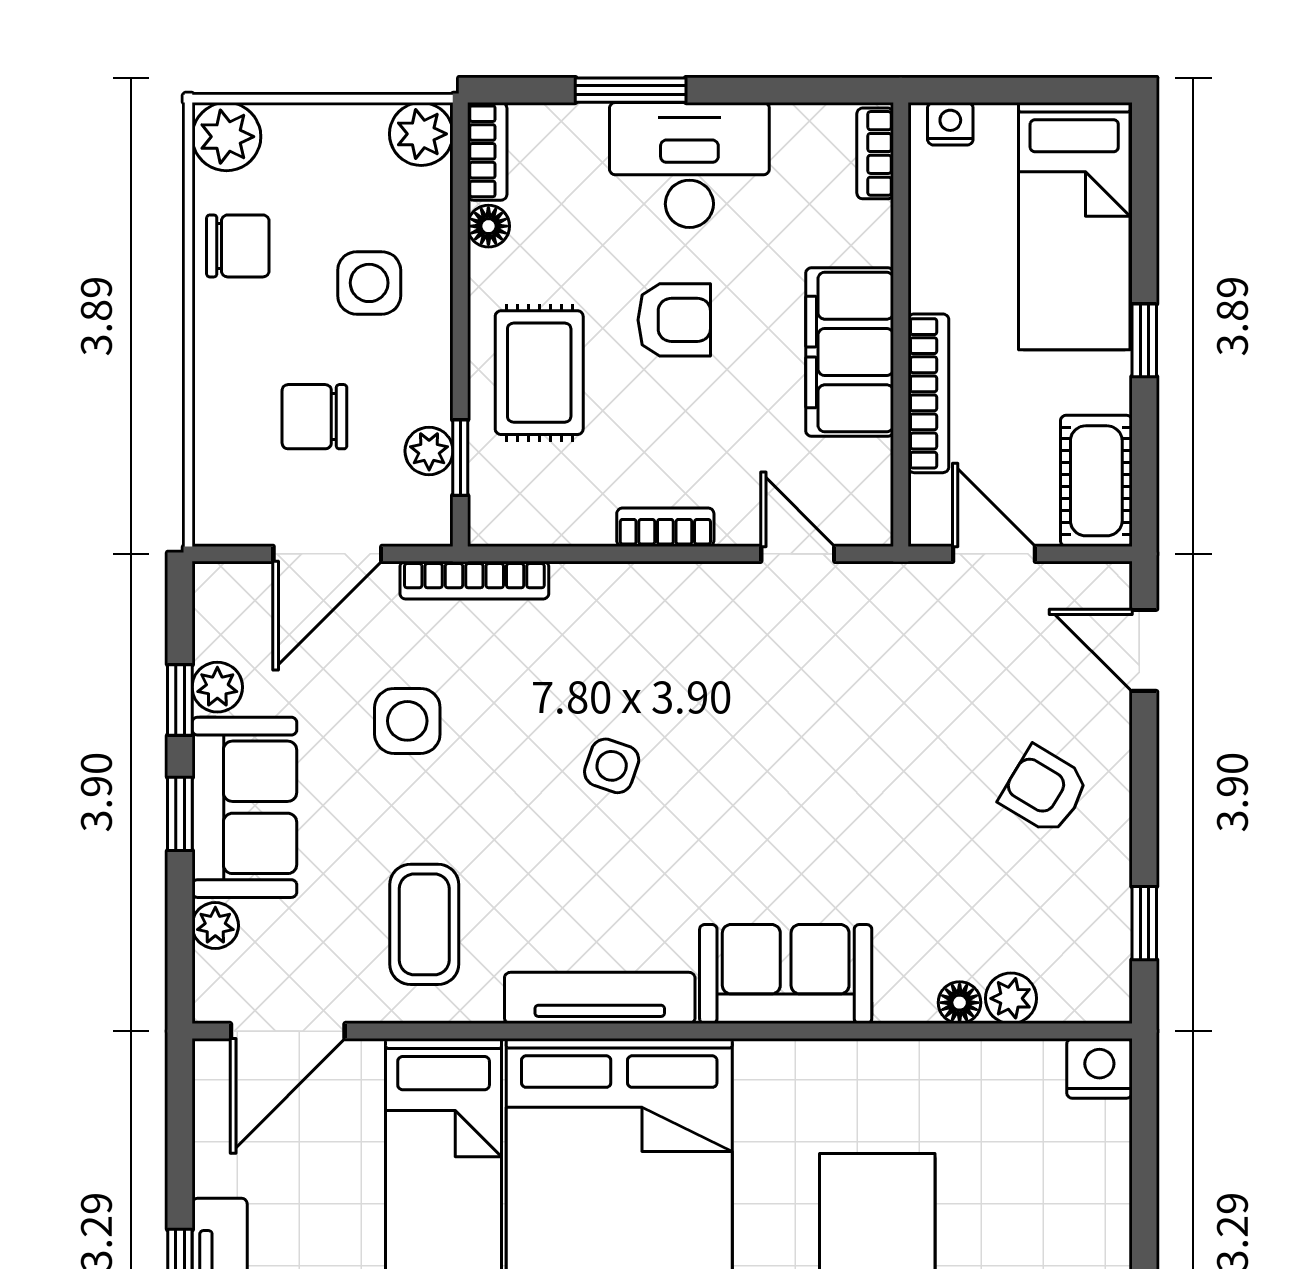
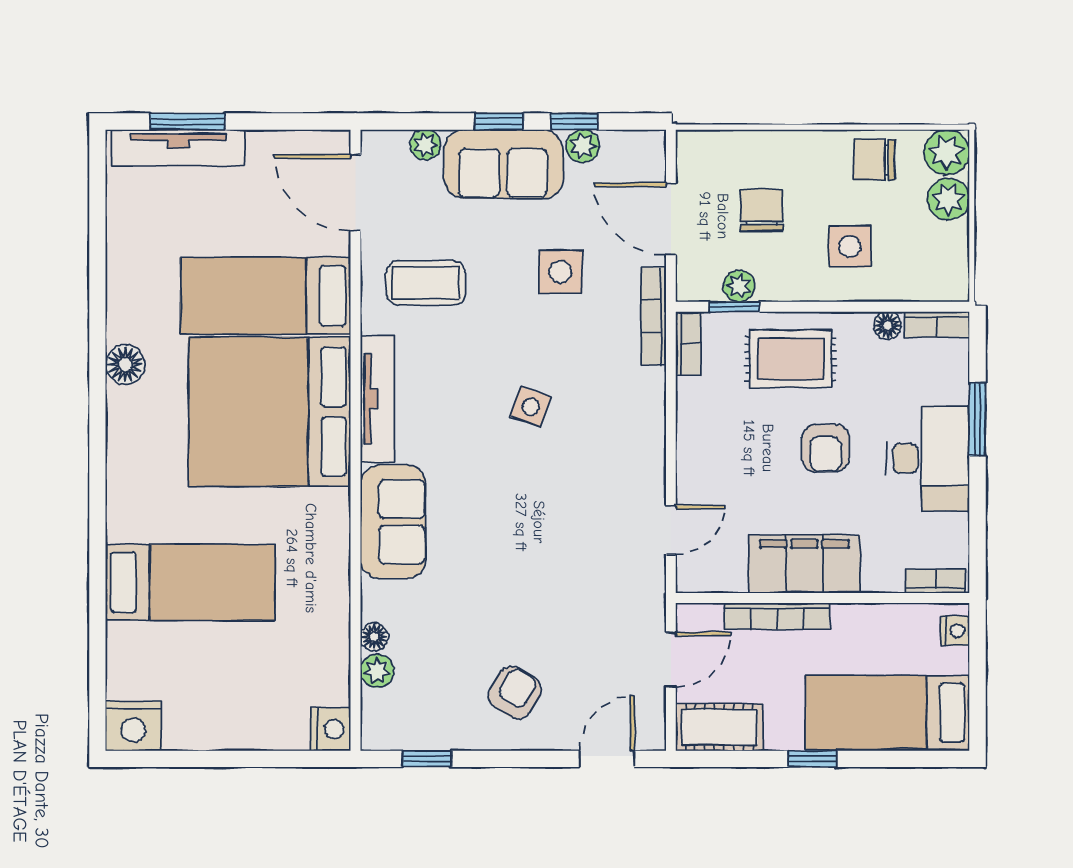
plant: (421, 134) -> (948, 199), moved
chair: (238, 246) -> (874, 160), turned 90
bookcase: (665, 527) -> (689, 344), moved

